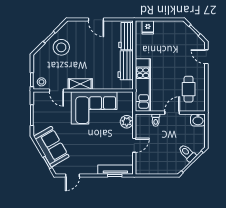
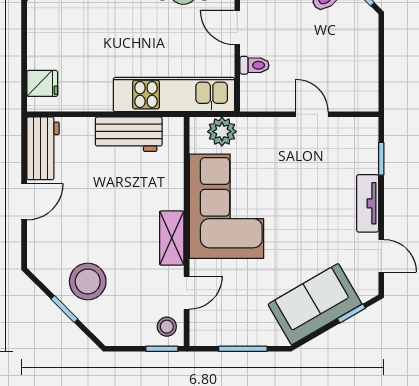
workbench: (126, 36) -> (43, 148), moved, turned -90
plant: (127, 122) -> (222, 132), moved
tv unit: (115, 170) -> (368, 203), moved, width x0.71

